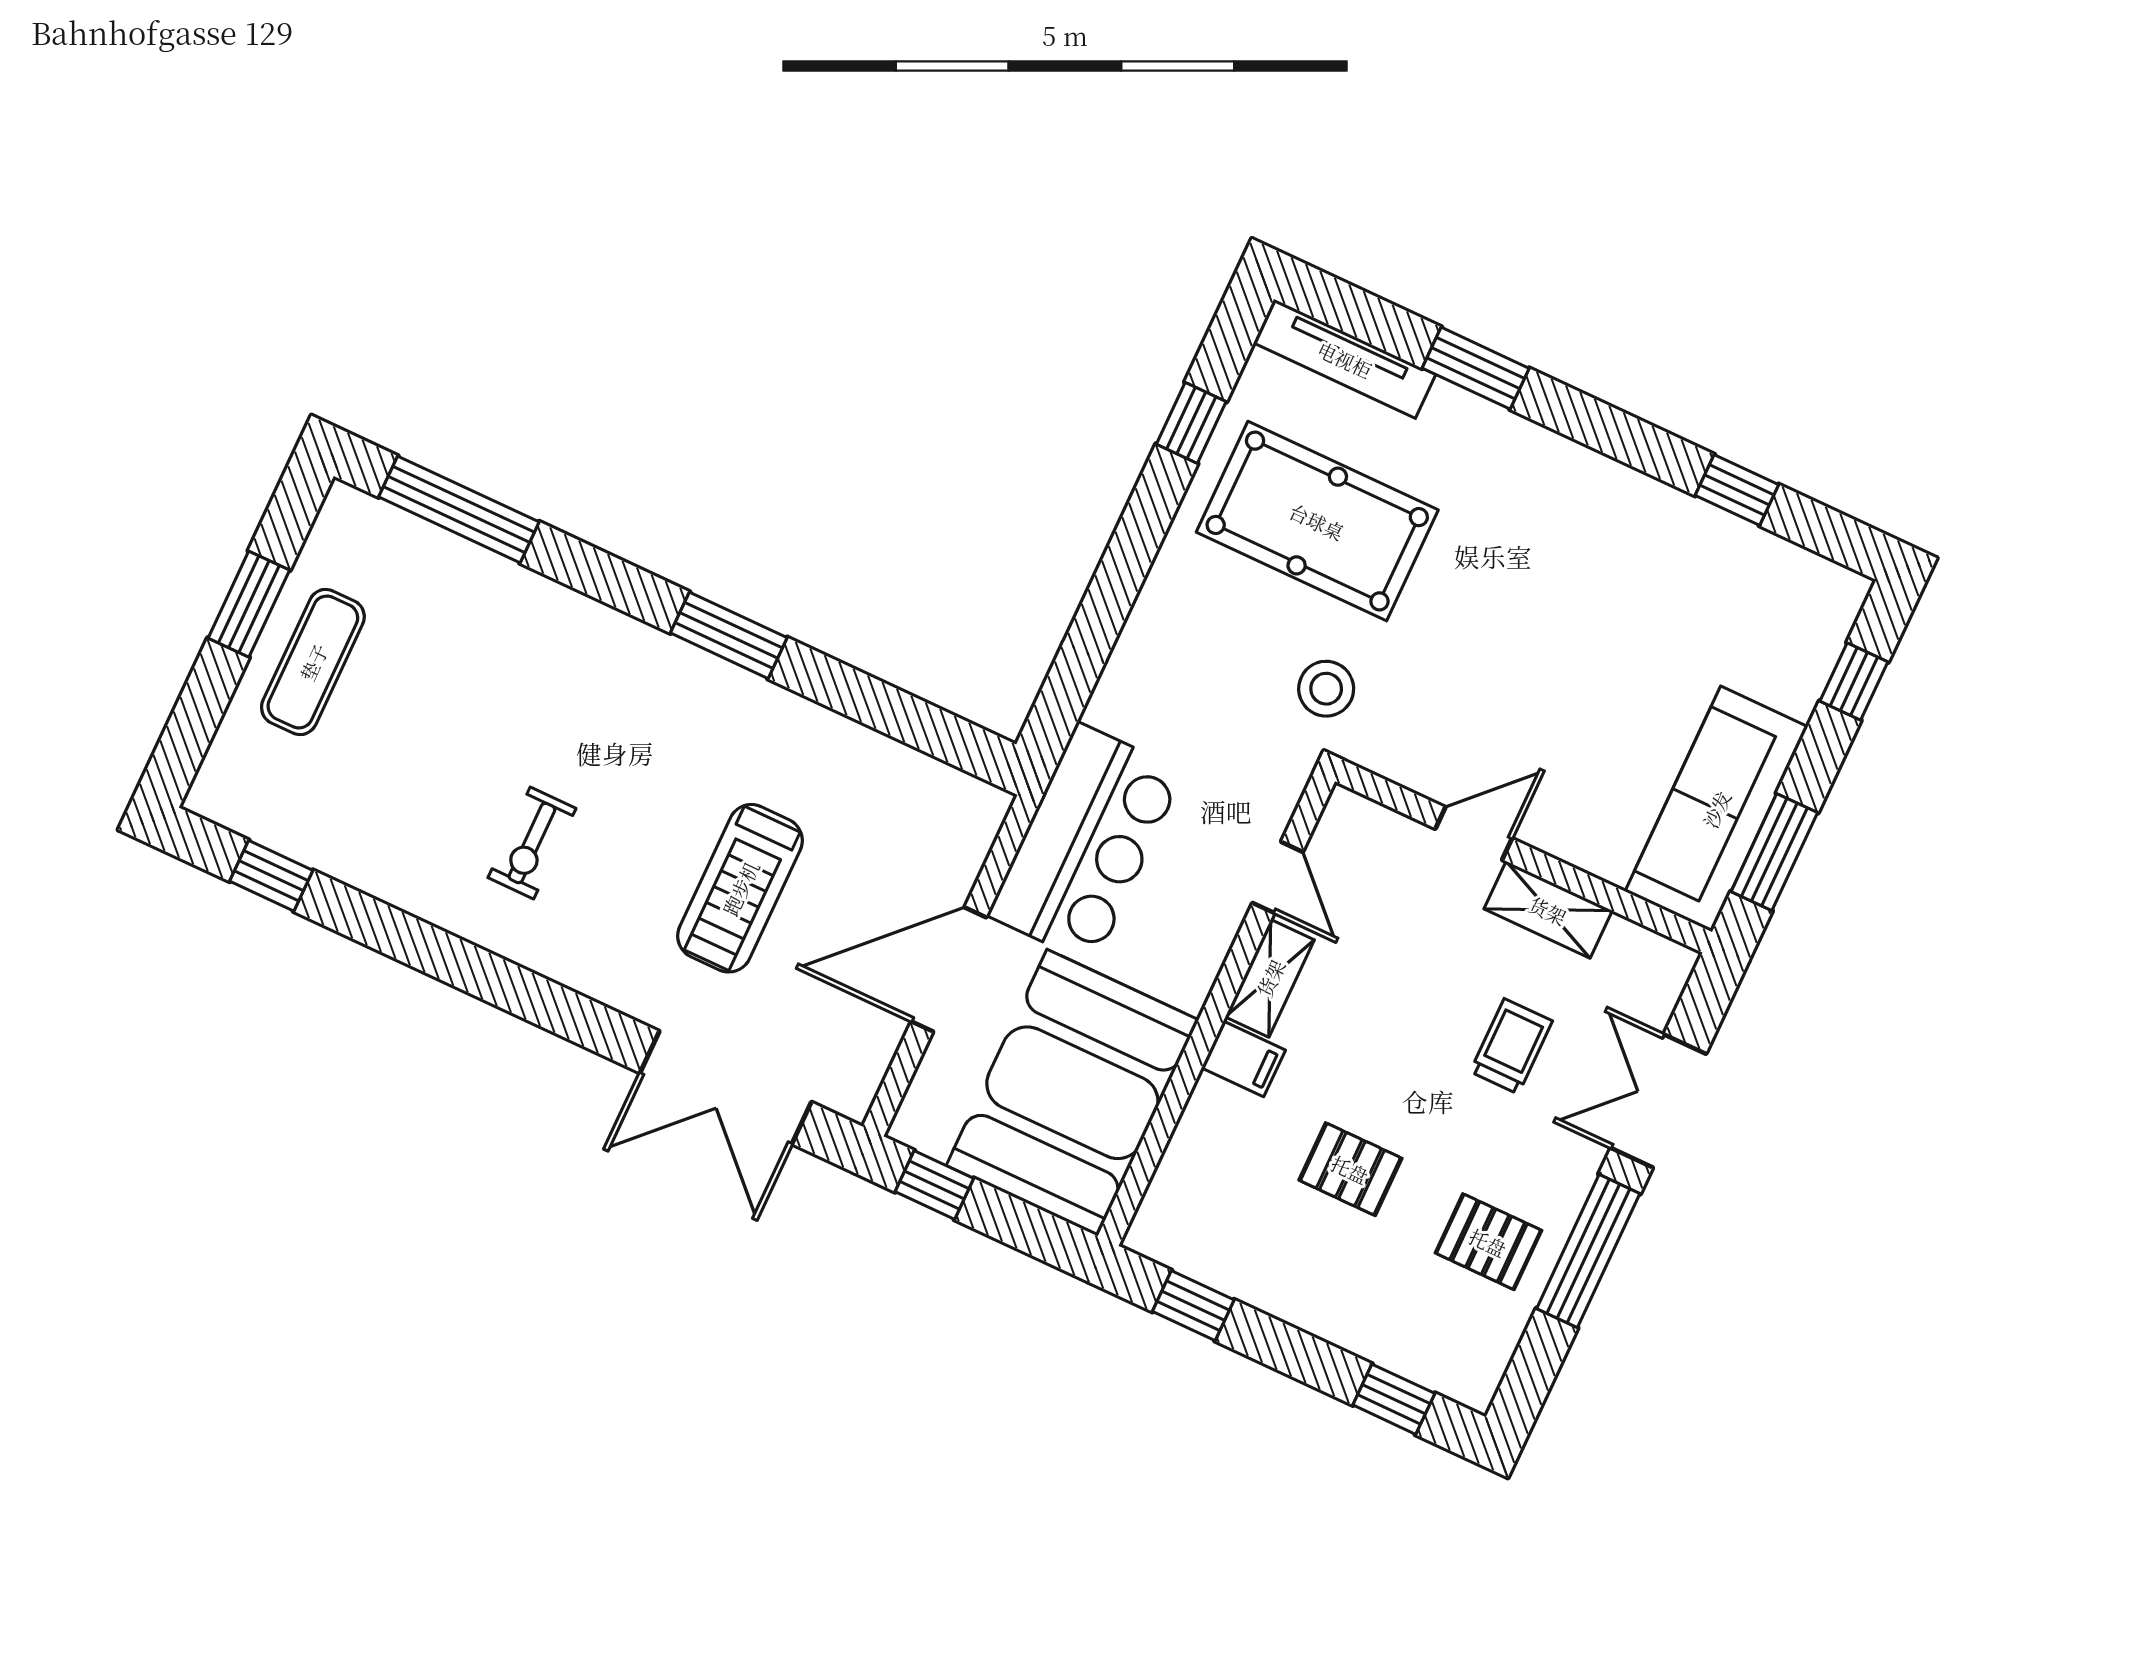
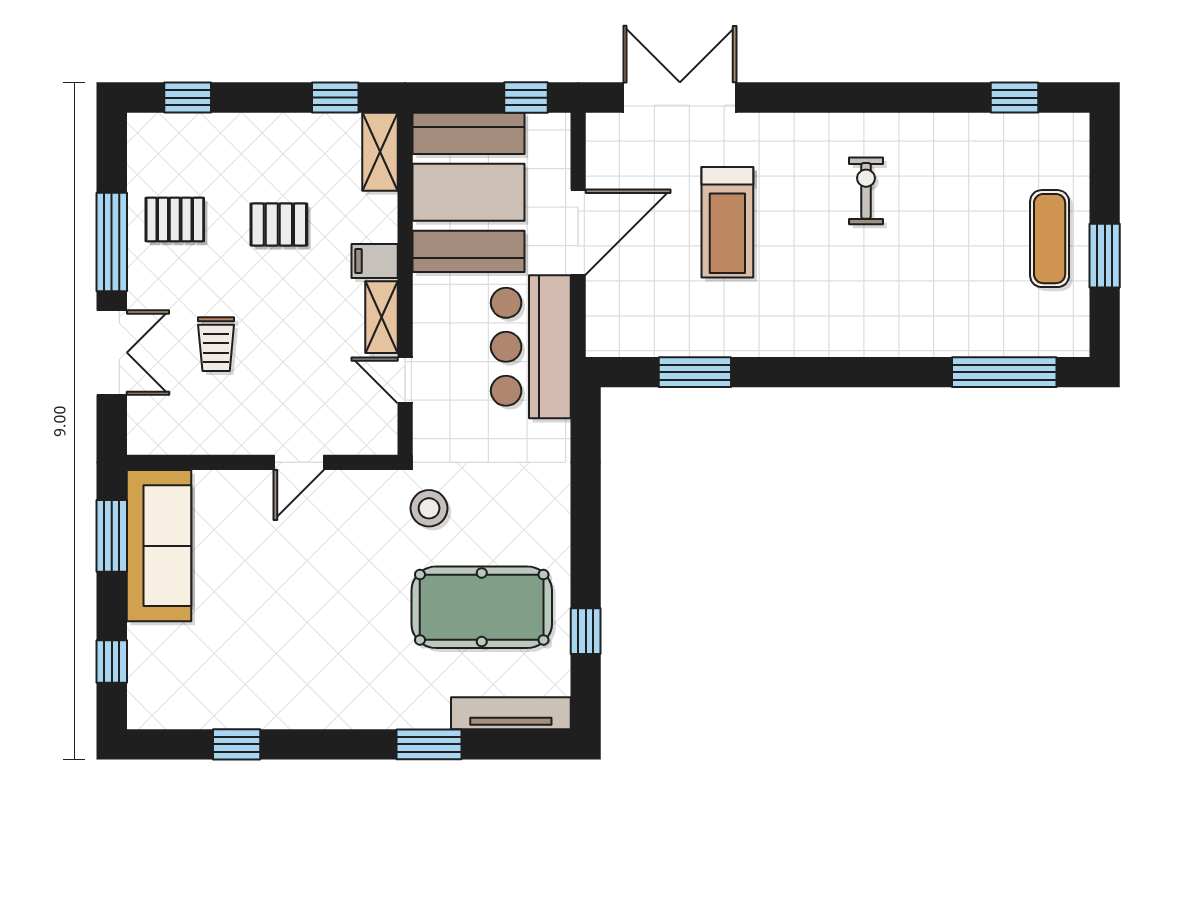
window: (729, 635) -> (695, 372), moved
treadmill: (740, 888) -> (727, 222), turned 180
shelving: (1548, 910) -> (380, 152), moved, turned 90

